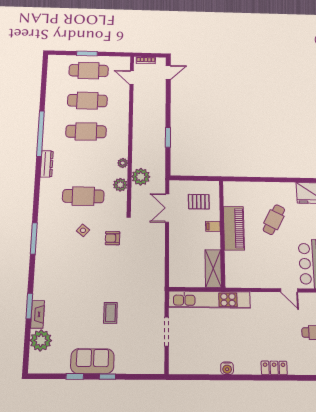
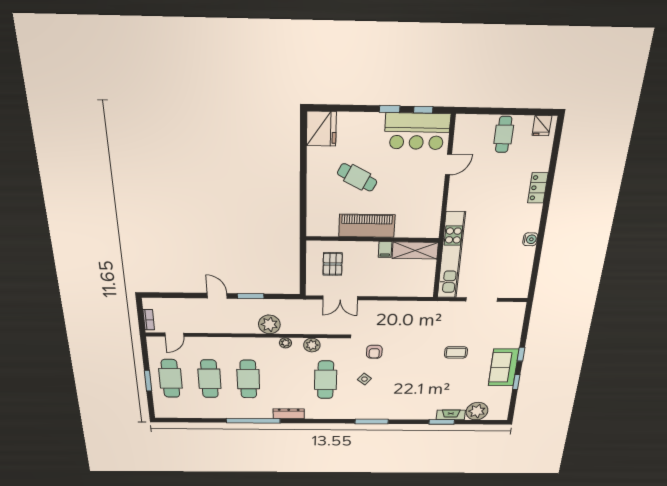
door: (168, 72) -> (217, 296), moved
plant: (141, 177) -> (269, 324), moved
filing cabinet: (213, 226) -> (385, 249), moved

